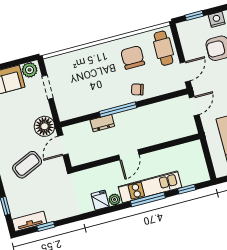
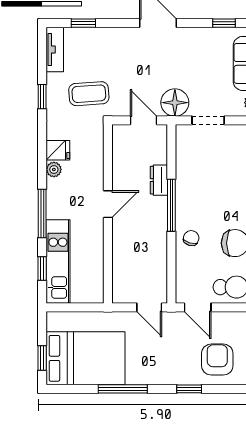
doorway: (48, 87) -> (208, 120), moved
door: (129, 155) -> (108, 204), swing flipped
coffee table: (27, 165) -> (89, 94), moved, turned -70
kitchen unit: (150, 187) -> (58, 261), moved
window: (46, 226) -> (42, 97), moved

